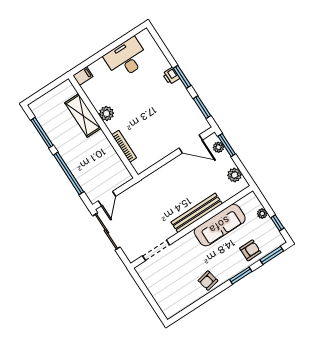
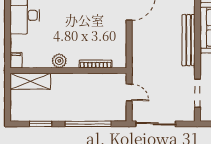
shelving: (83, 116) -> (30, 81), moved
window: (42, 133) -> (41, 124), width x0.69
door: (107, 199) -> (129, 92), moved

